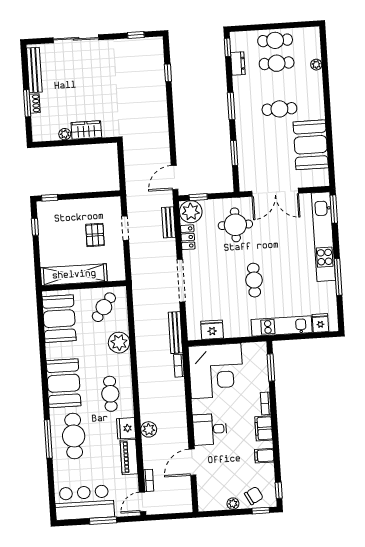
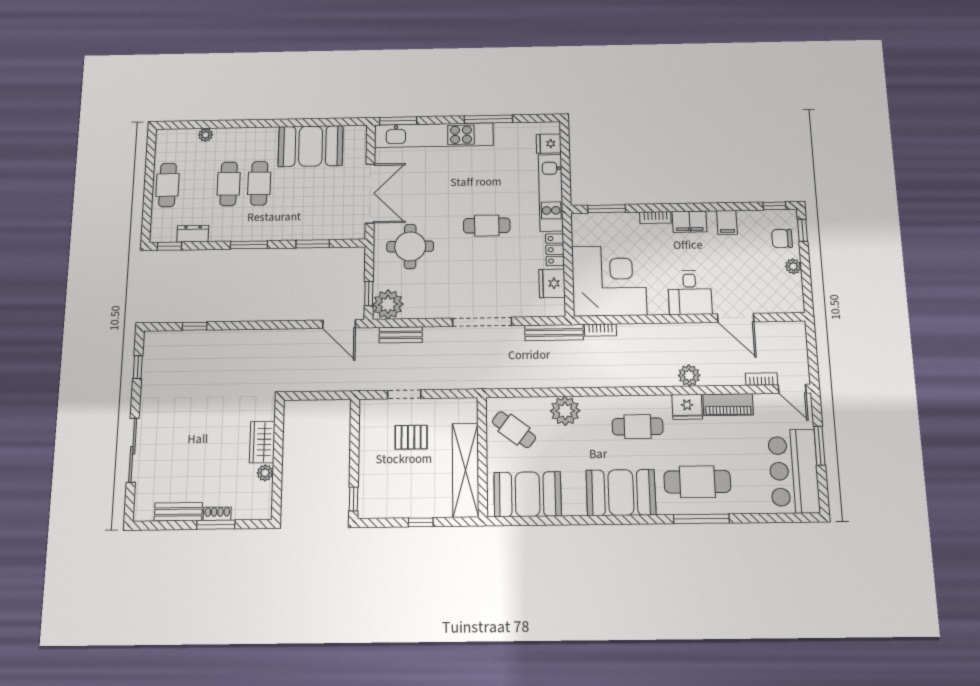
cafe table: (277, 63) -> (229, 184), moved
bench: (34, 70) -> (178, 512), width x0.73
window: (35, 227) -> (421, 522), moved
locker: (188, 237) -> (555, 250), moved, turned -90
chair: (254, 496) -> (782, 238), turned -62

